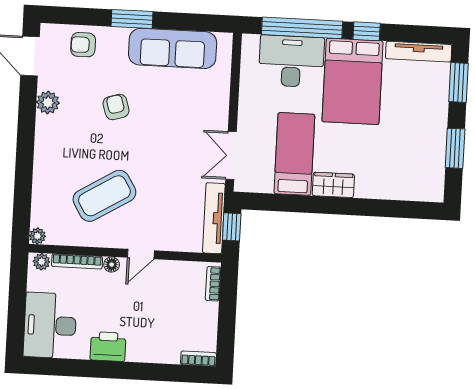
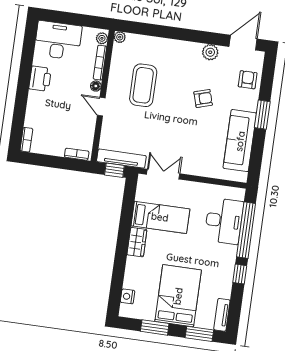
tv unit: (419, 52) -> (222, 315), width x0.71
bed: (353, 81) -> (178, 296), moved, turned 90
nightstand: (413, 192) -> (128, 296), added
coffee table: (104, 196) -> (143, 85), turned 31

